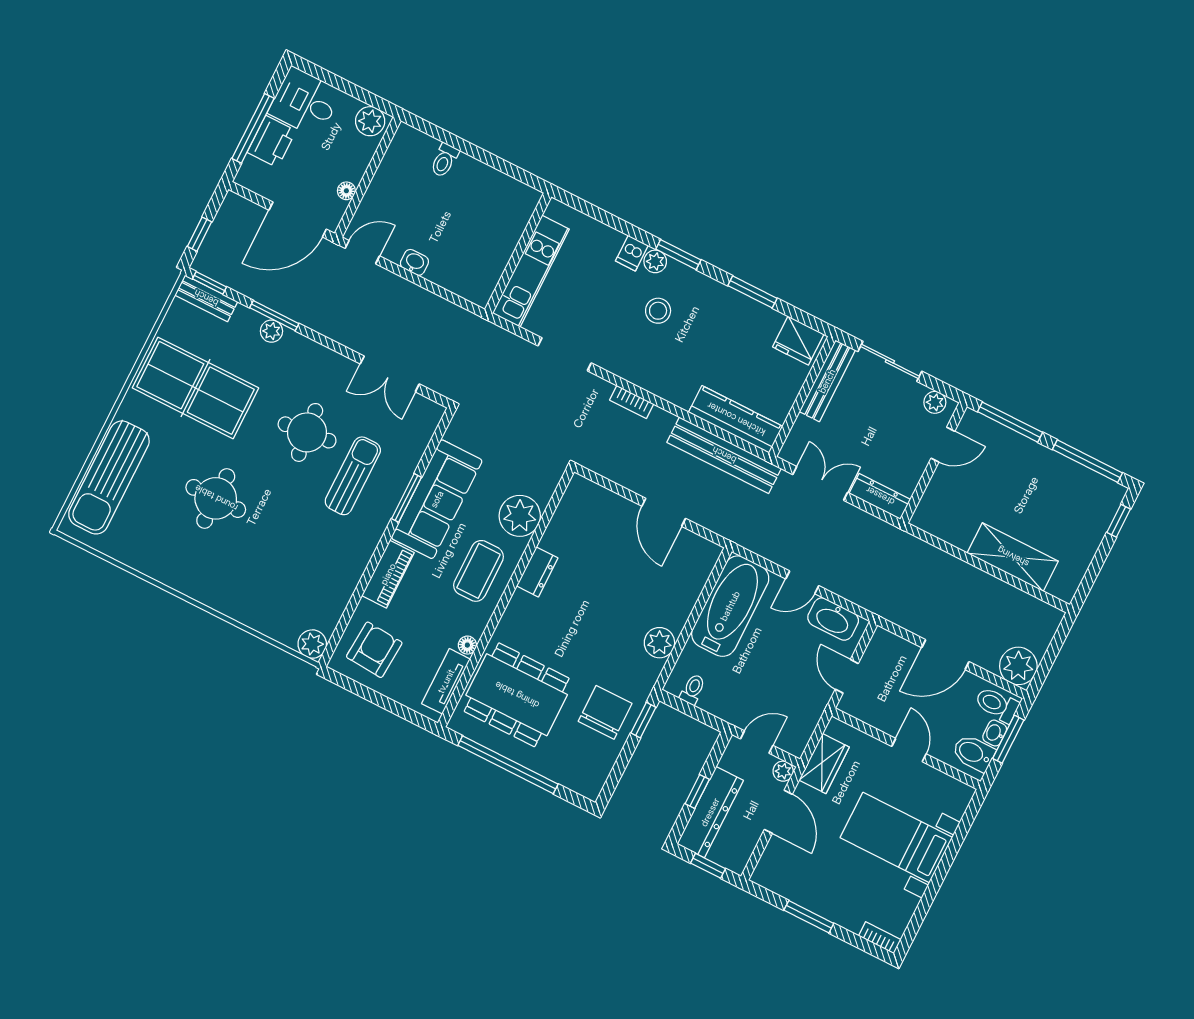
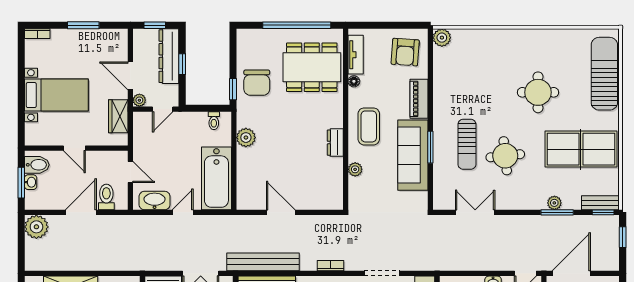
plant: (520, 516) -> (355, 169), width x0.53, depth x0.53
toilet: (997, 705) -> (106, 197), moved, turned -90

